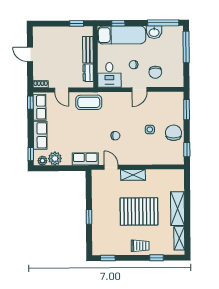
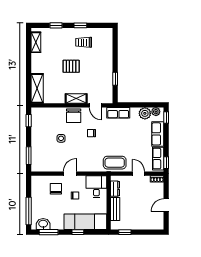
window: (118, 23) -> (78, 232), moved
window: (163, 23) -> (49, 232), width x0.69
washbasin: (154, 32) -> (43, 224), moved
door: (30, 54) -> (166, 205), swing flipped
chair: (174, 133) -> (74, 116), moved
shelving: (178, 209) -> (37, 88), moved
pallet: (139, 211) -> (71, 66), width x0.49, depth x0.50
window: (89, 217) -> (115, 79), moved
trolley: (140, 246) -> (84, 42), moved
window: (108, 258) -> (80, 25), moved

